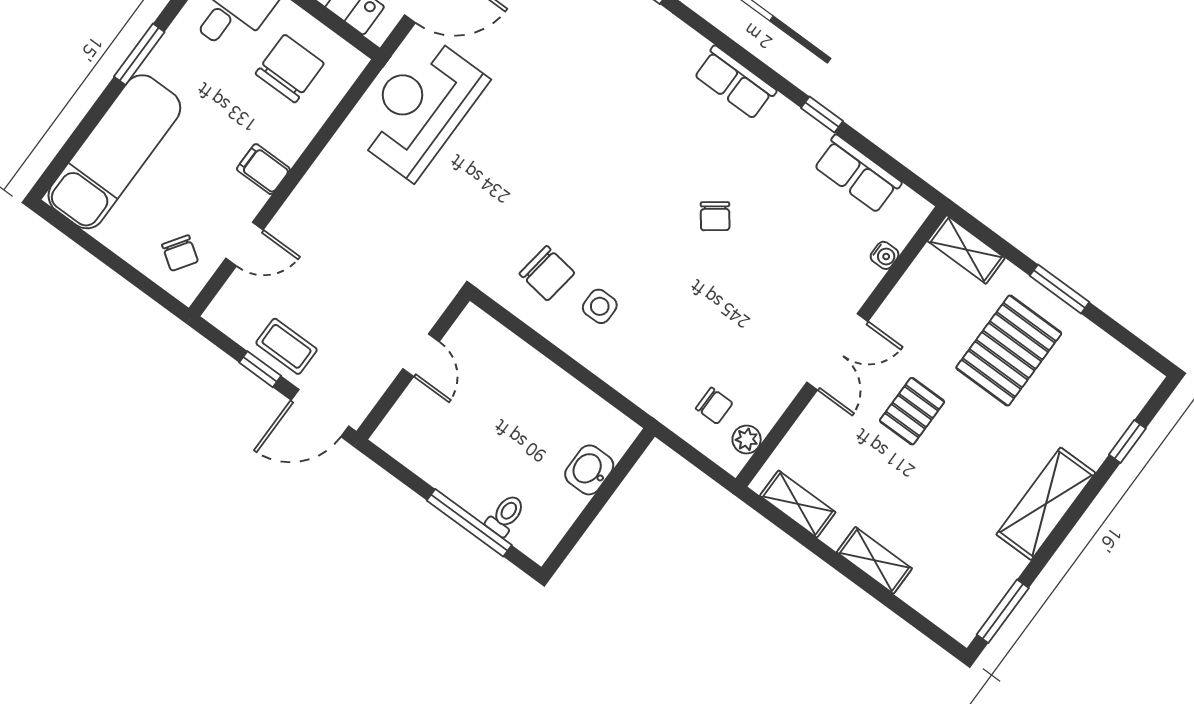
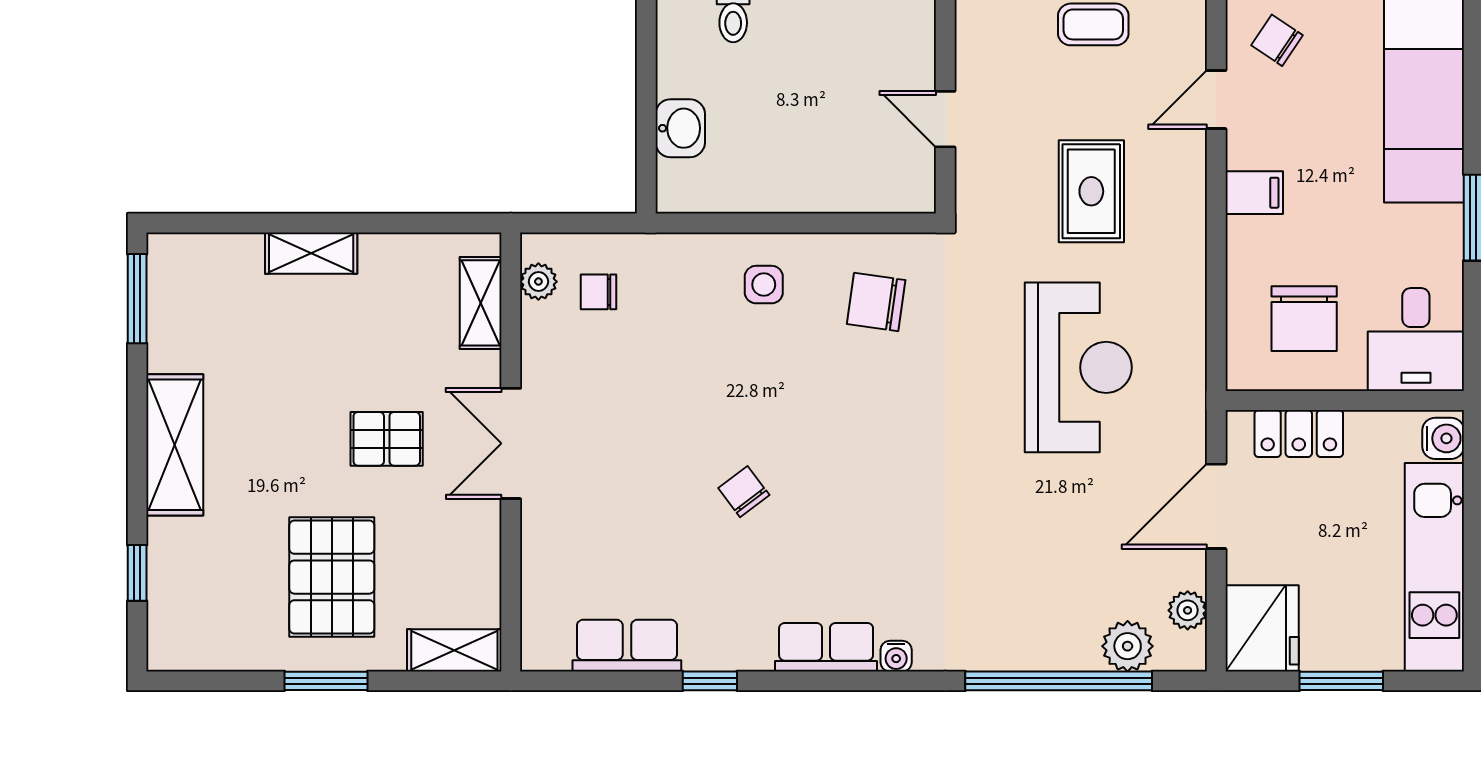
reception desk: (420, 108) -> (1078, 367), moved
rug: (364, 244) -> (1091, 191), added
water cooler: (885, 255) -> (896, 656), moved, turned -90
side table: (600, 306) -> (764, 285), moved
pallet: (912, 411) -> (387, 439), turned 90
shelving: (798, 504) -> (481, 303), moved, turned 90

